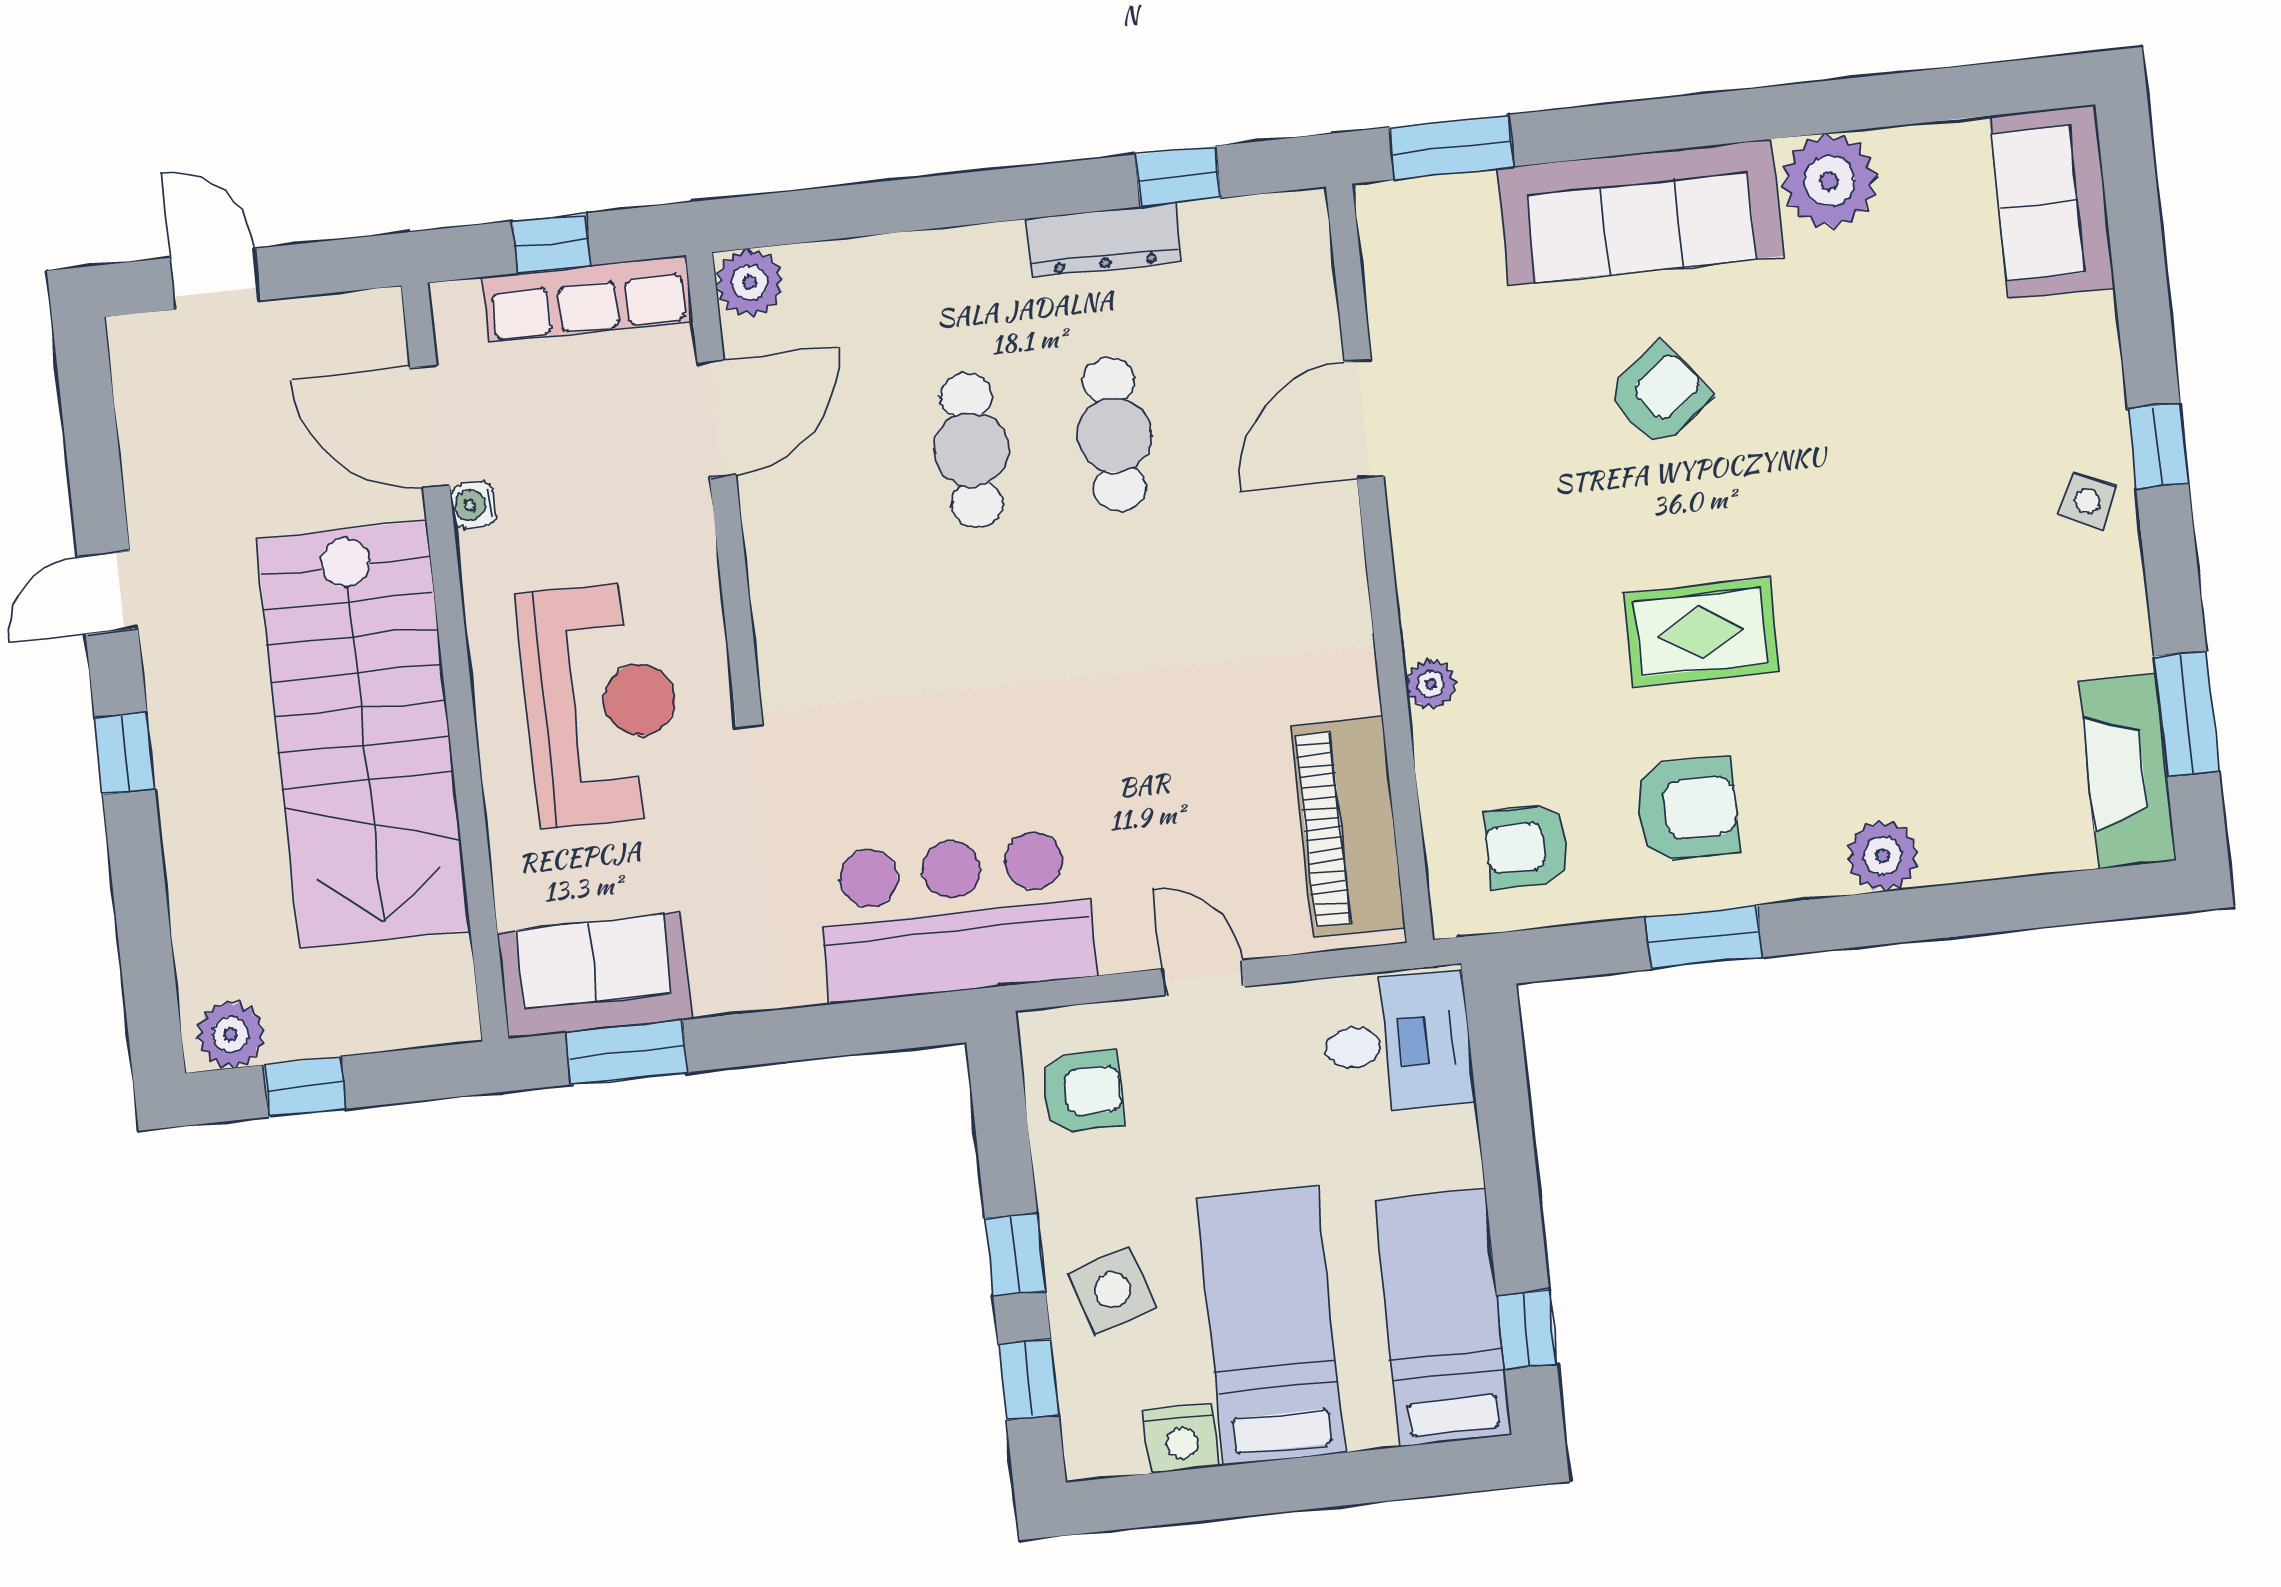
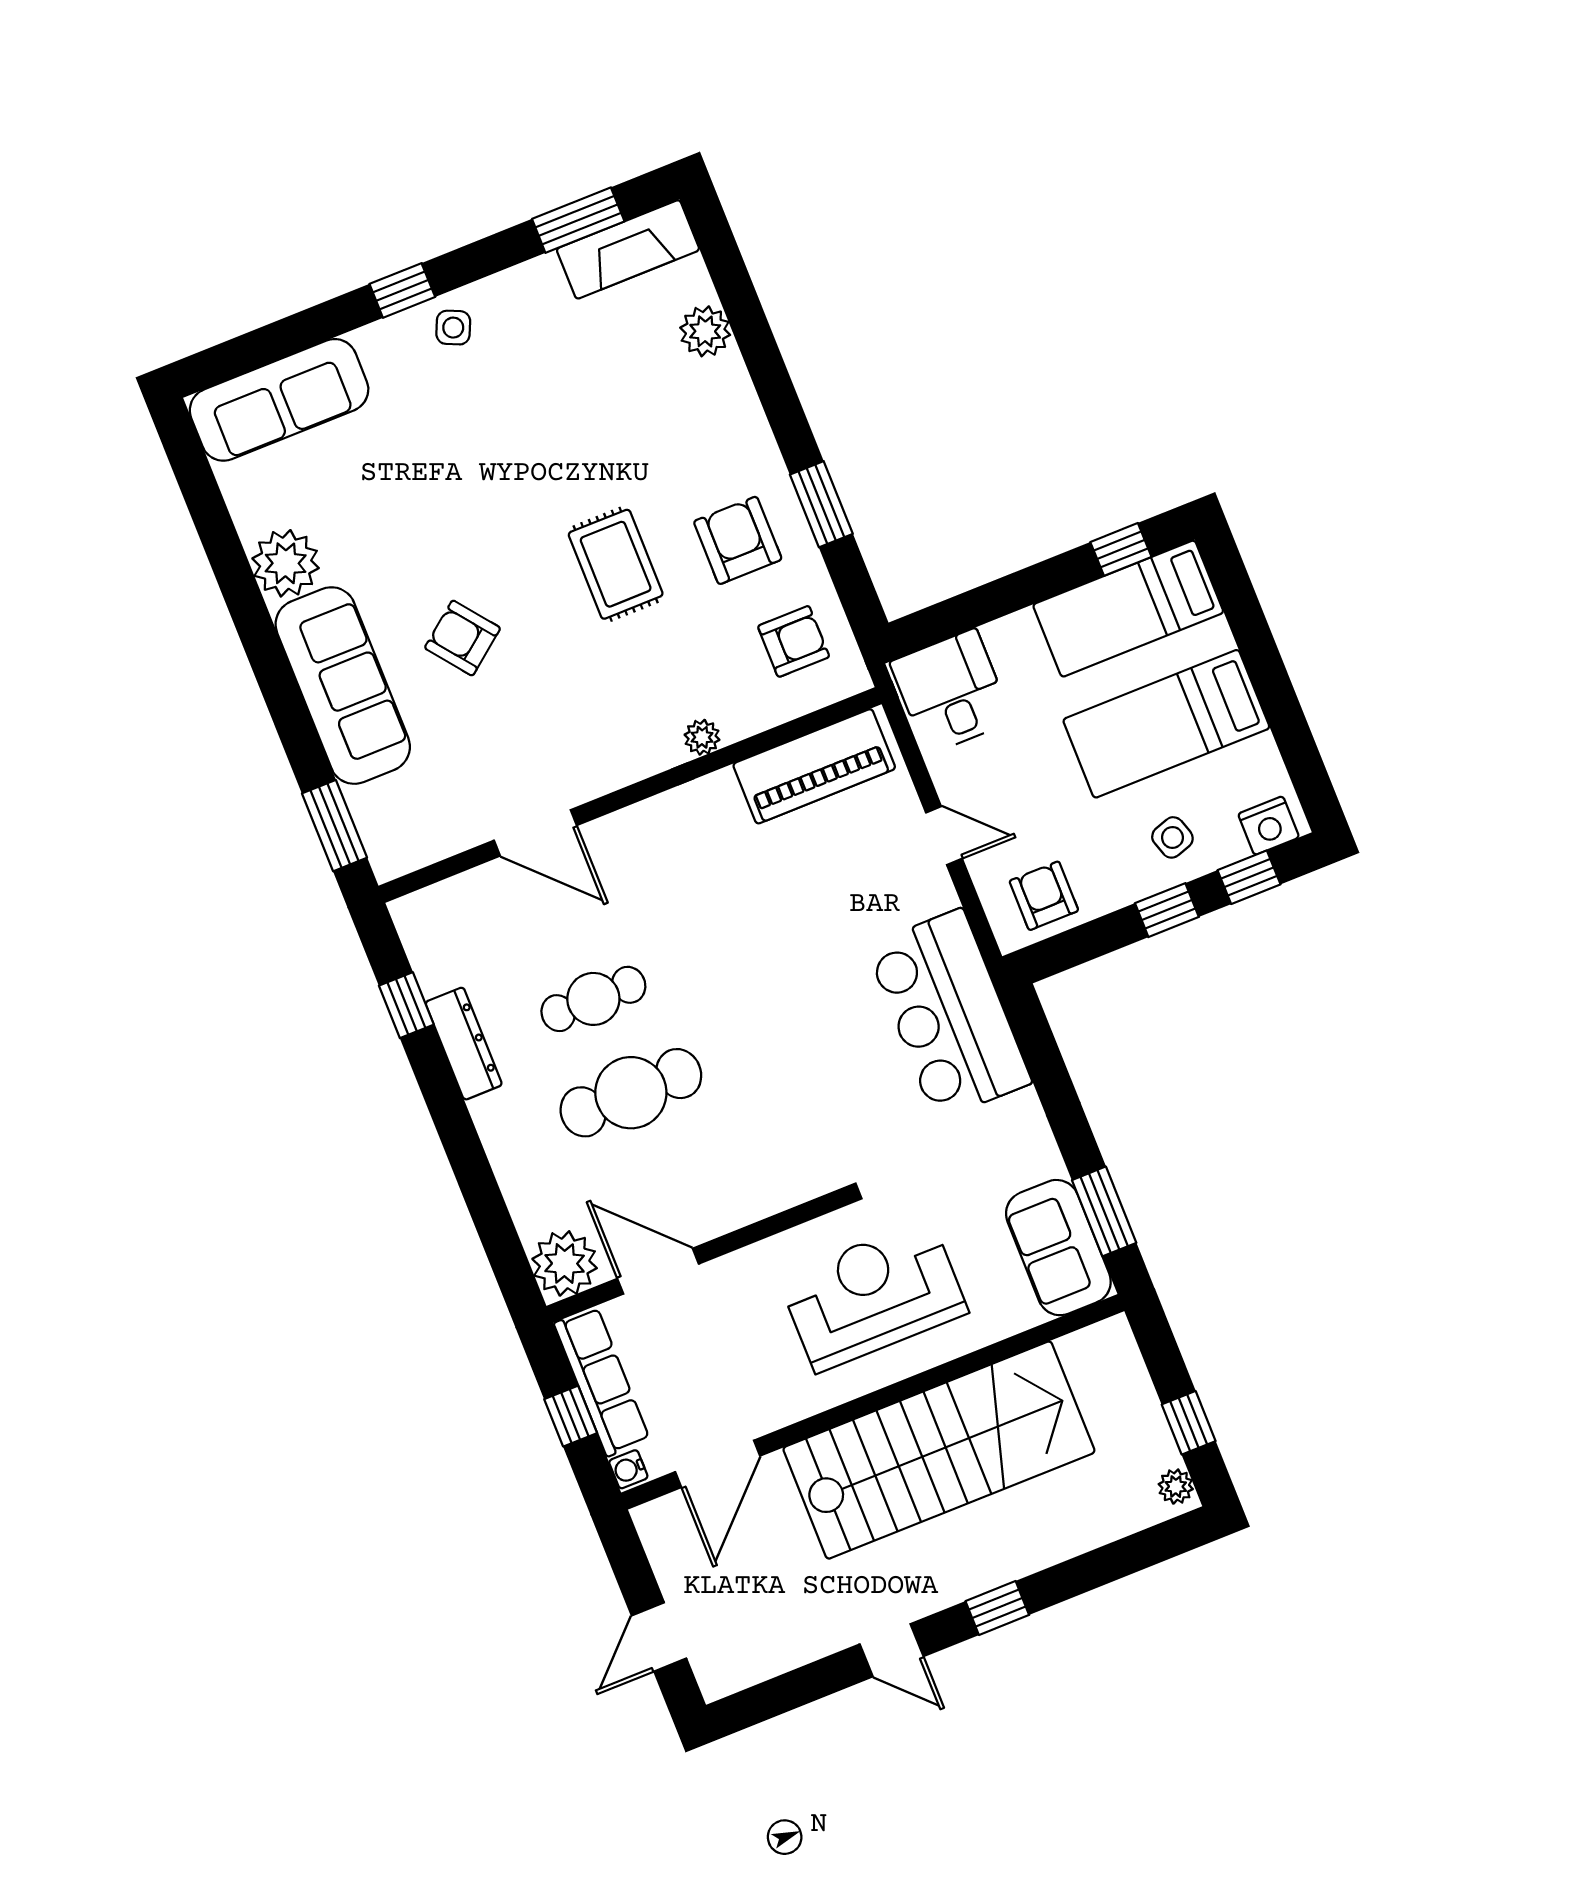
sofa: (2052, 202) -> (279, 400), width x1.36
plant: (749, 282) -> (565, 1263), width x1.36, depth x1.36
cafe table: (971, 450) -> (631, 1093), width x1.37, depth x1.35
water cooler: (473, 505) -> (628, 1469), moved, turned 90
armchair: (1527, 846) -> (794, 641), turned -90
plant: (1883, 856) -> (705, 331), moved
door: (1203, 978) -> (944, 836), swing flipped
plant: (231, 1034) -> (1176, 1487), width x0.73, depth x0.73
side table: (1113, 1290) -> (1172, 837), width x0.73, depth x0.73
nightstand: (1181, 1438) -> (1269, 826), moved, turned 90

